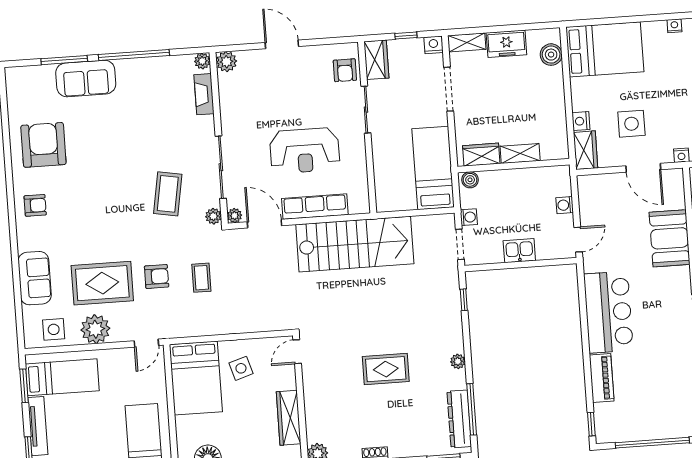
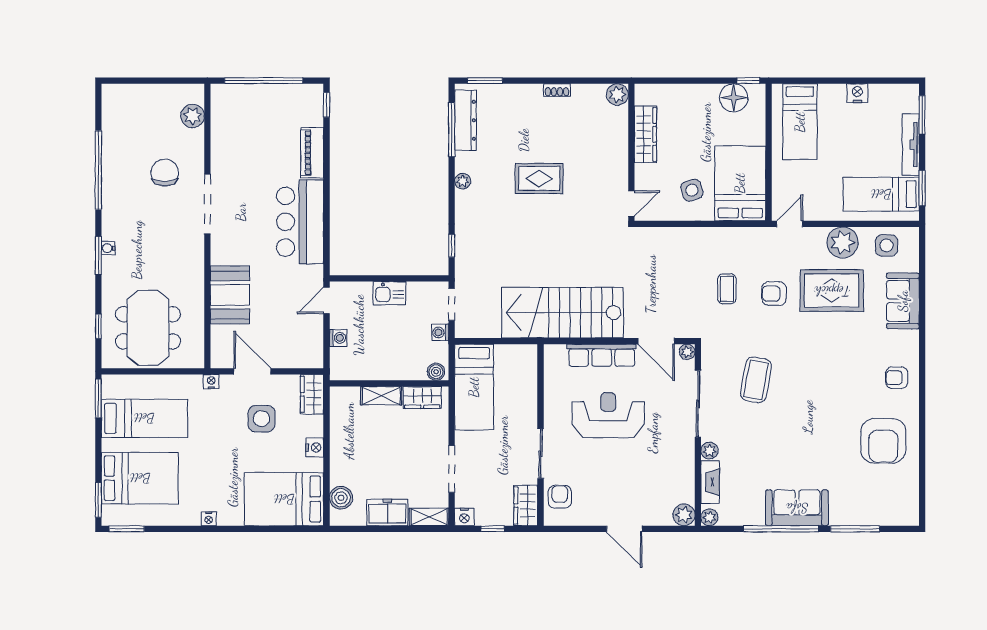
sofa: (86, 78) -> (797, 508), moved
nightstand: (581, 121) -> (315, 447), moved
plant: (213, 216) -> (710, 451), moved

